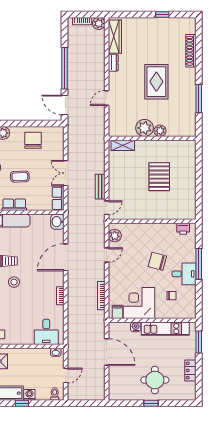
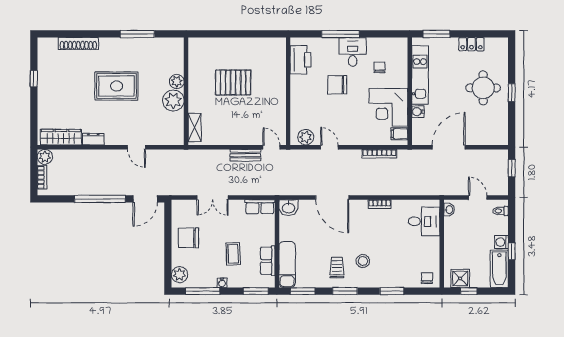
double door: (66, 173) -> (213, 197), moved
printer: (183, 229) -> (300, 60), width x1.87, depth x1.48
chair: (157, 261) -> (337, 85), turned 75
window: (90, 403) -> (512, 168), added

